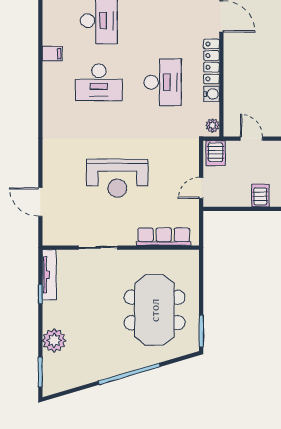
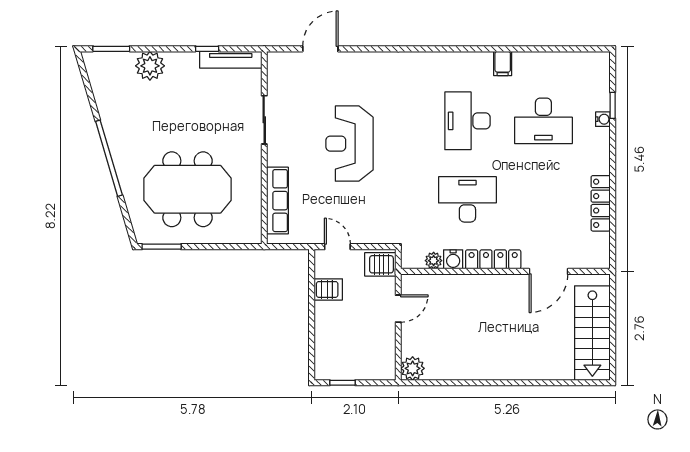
desk: (163, 82) -> (467, 199), turned 180
plant: (212, 125) -> (434, 261), moved
server rack: (260, 195) -> (328, 289), moved

